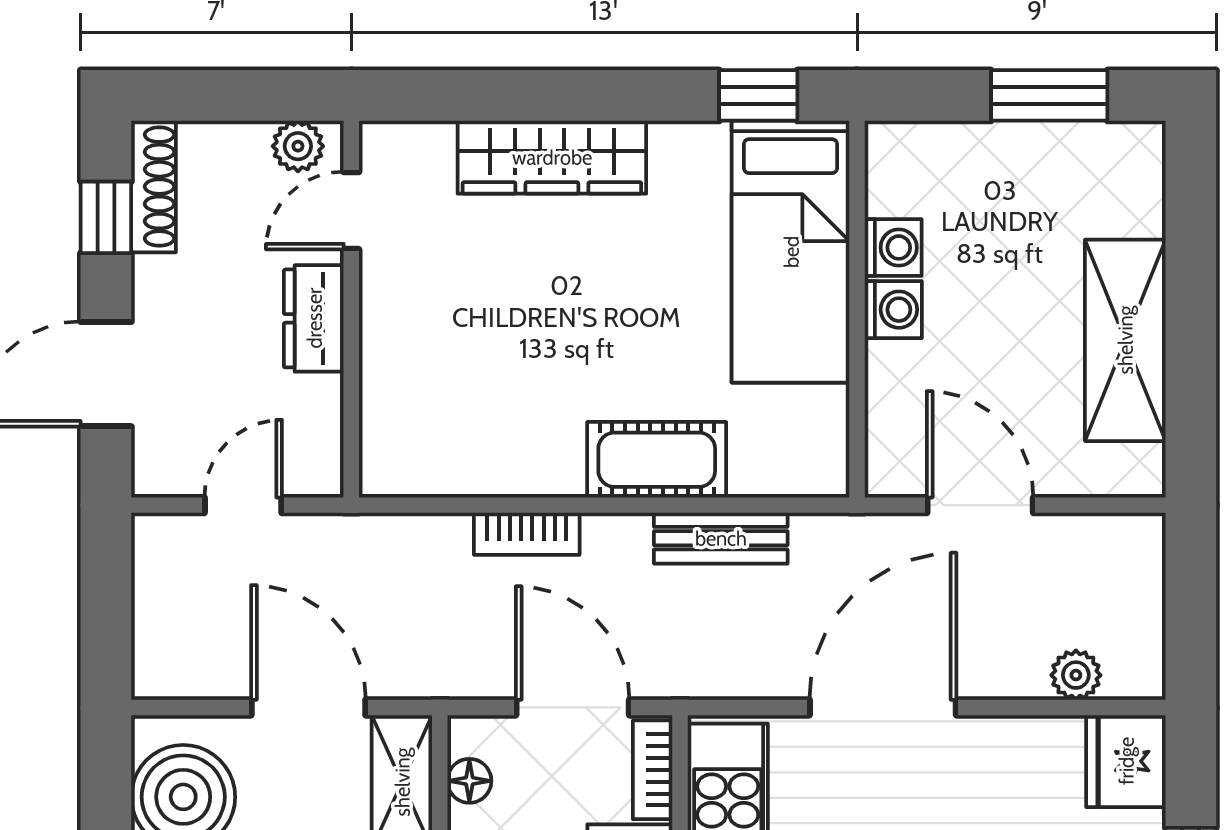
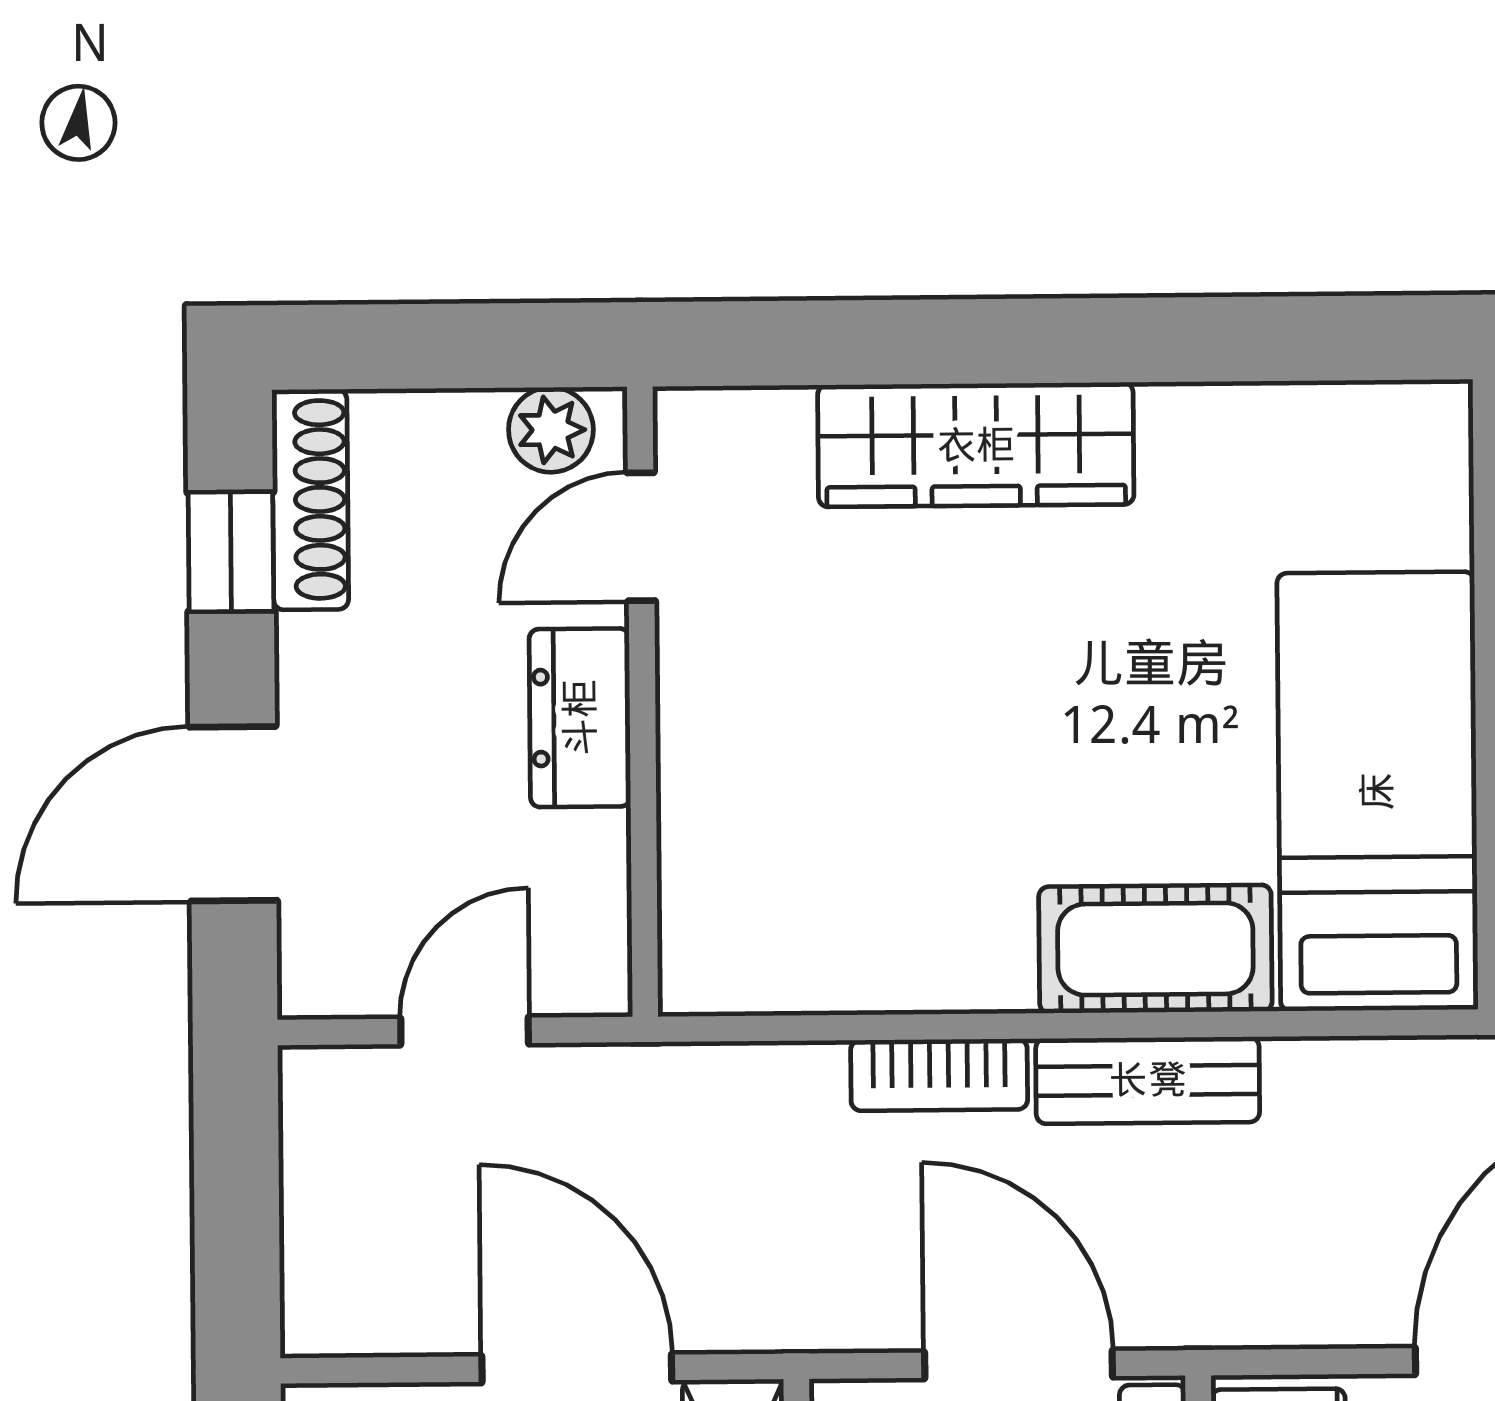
window: (758, 95) -> (1320, 338), removed
bed: (791, 252) -> (1377, 791), moved, turned 180
bench: (721, 538) -> (1148, 1080), moved

